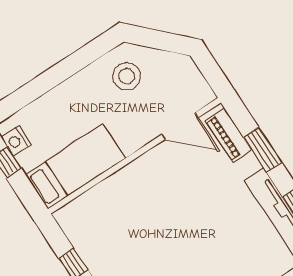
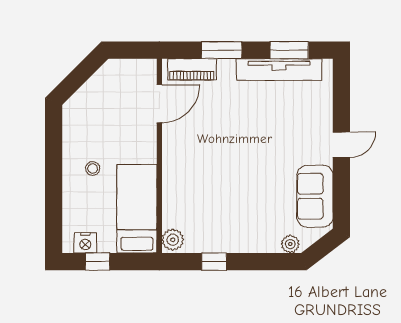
stool: (127, 76) -> (93, 168), moved, width x0.53, depth x0.53
plant: (69, 216) -> (173, 240), added

